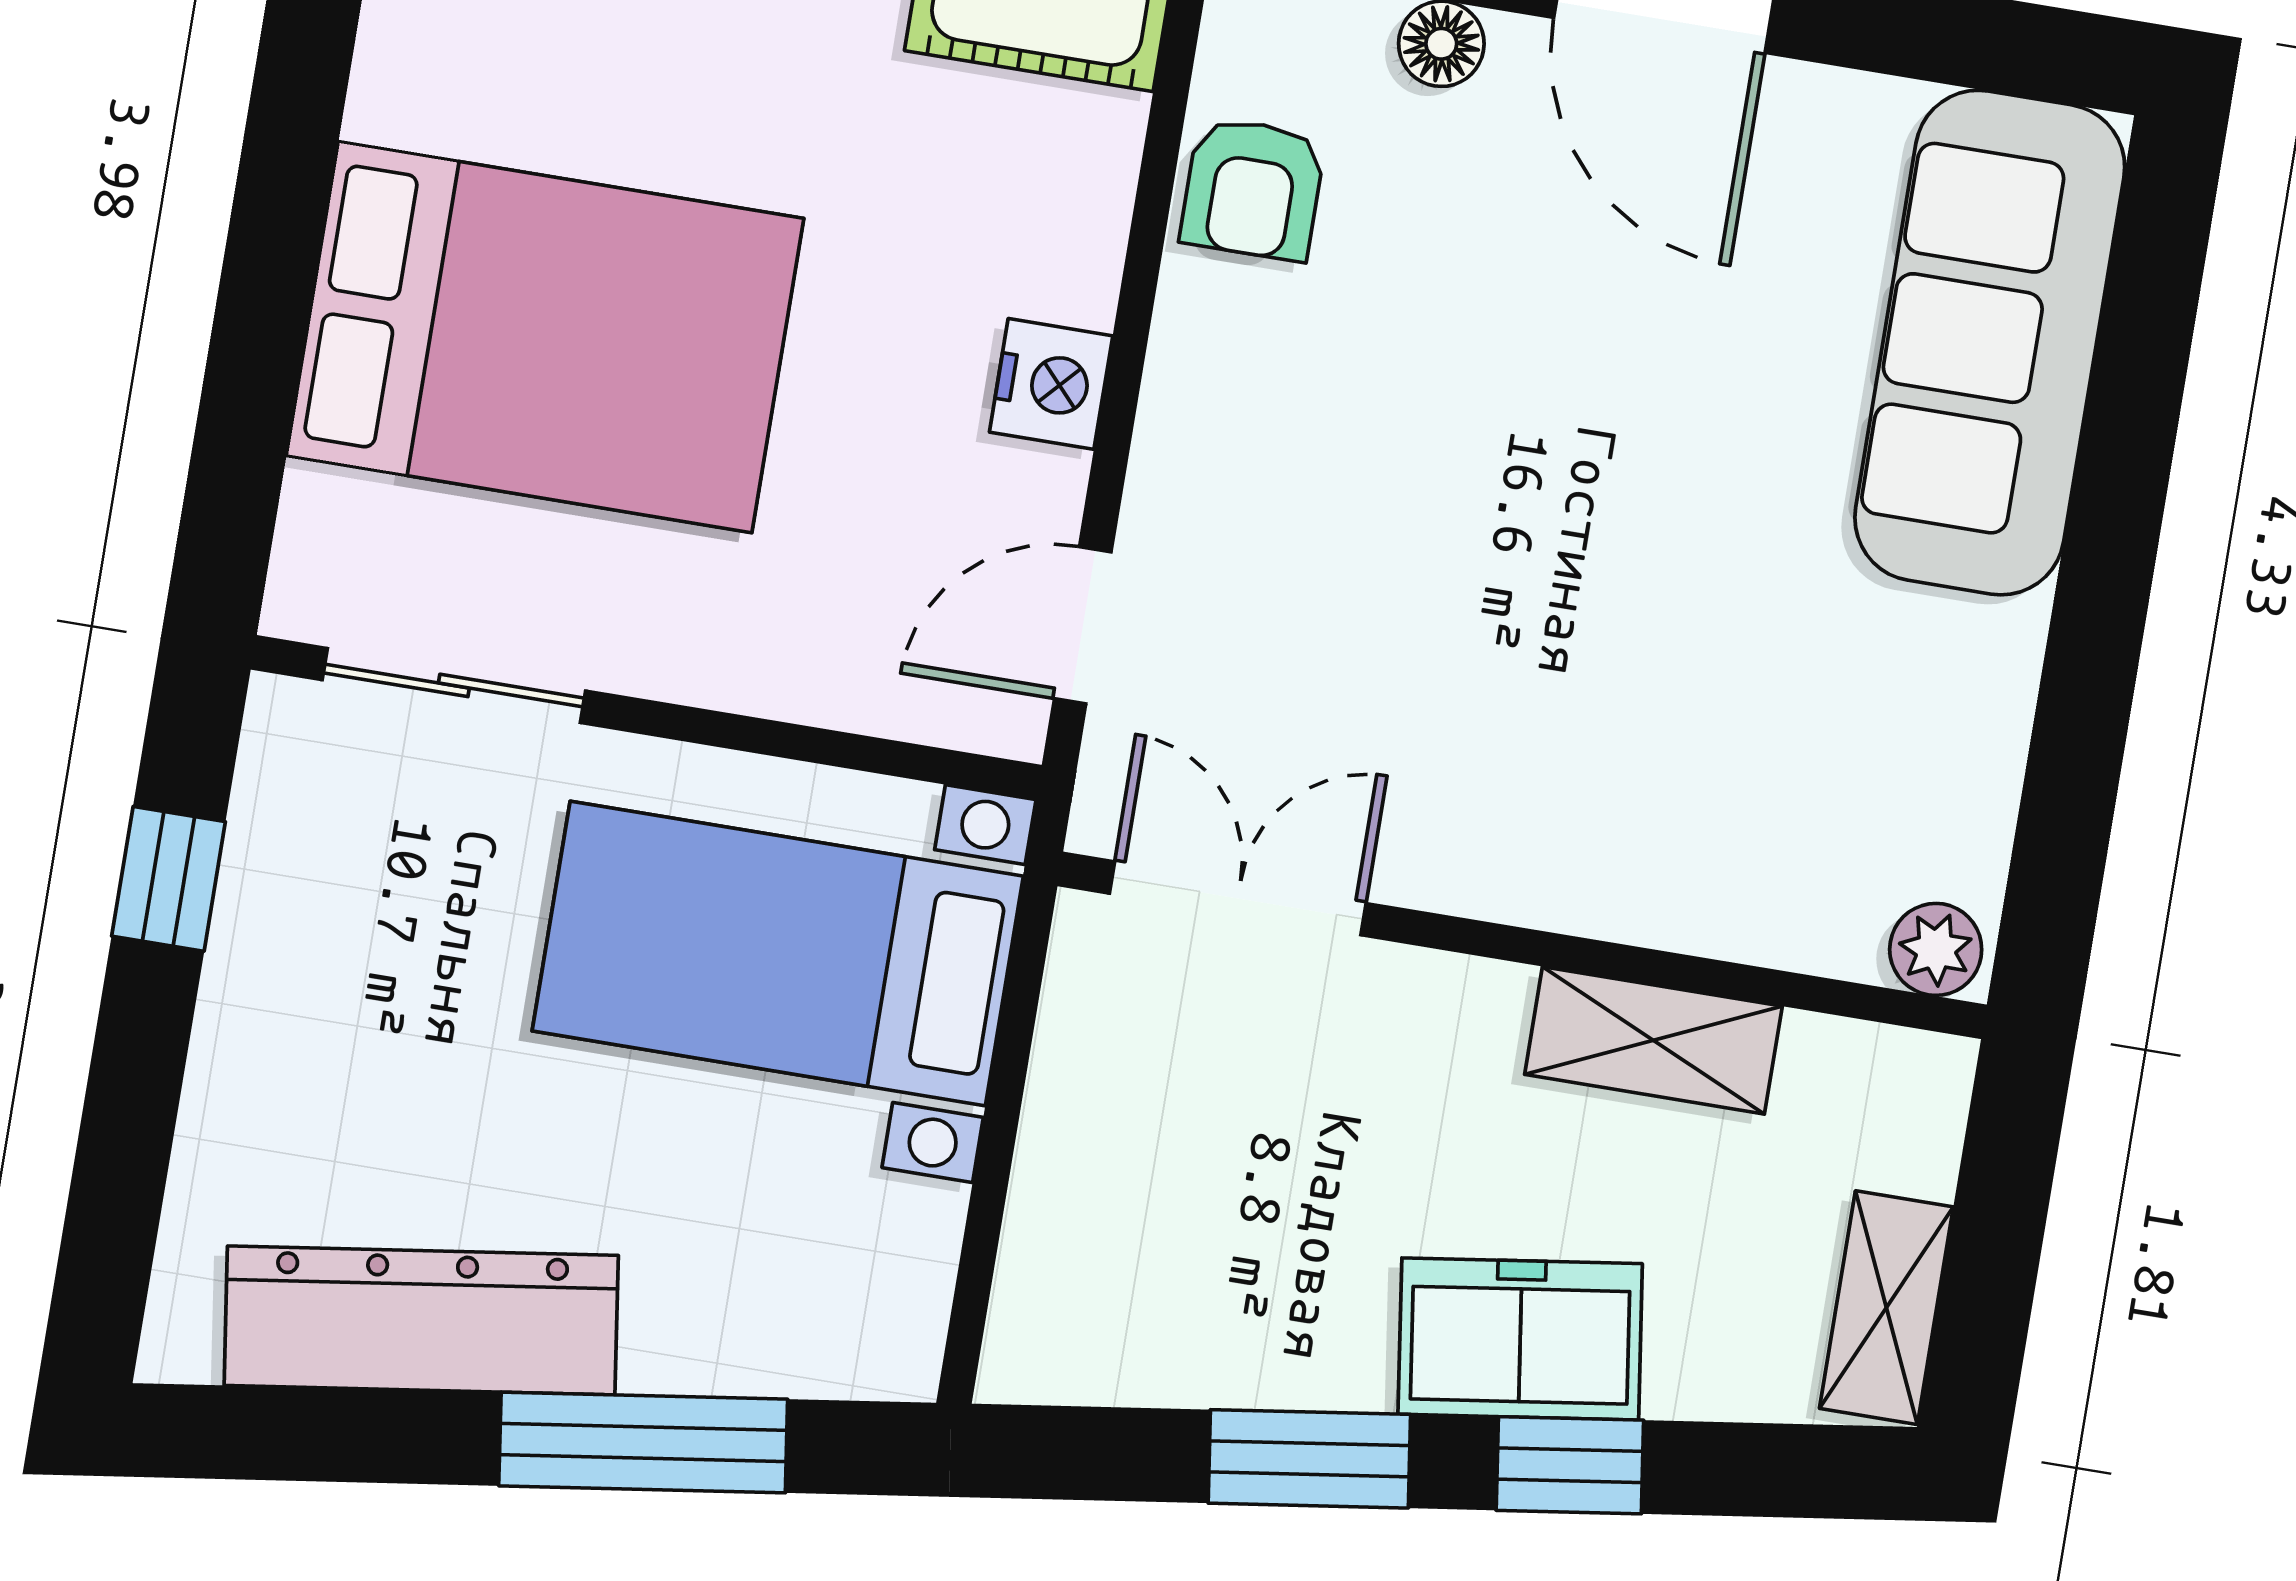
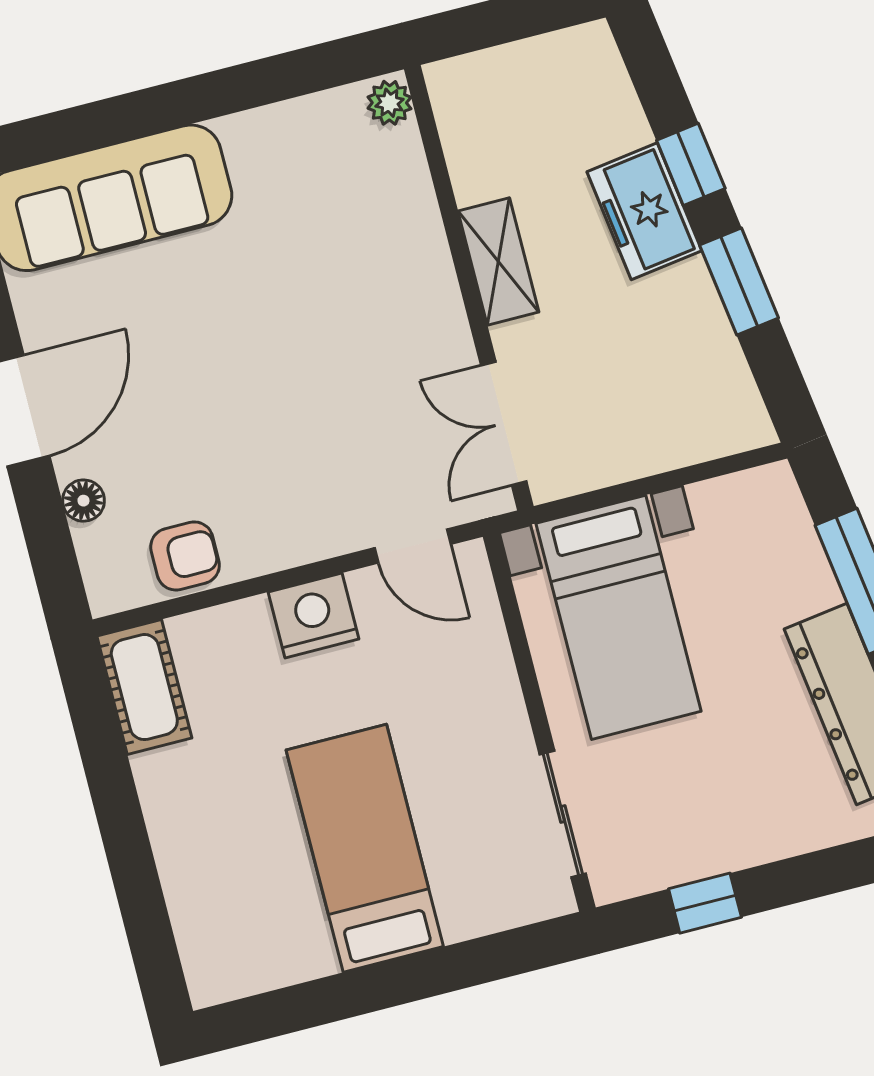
bed: (545, 337) -> (365, 848), width x0.67
nightstand: (1051, 384) -> (314, 616), width x1.36, depth x1.33
shelving: (1653, 1040) -> (498, 262), moved
shelving: (1886, 1308) -> (559, 54), removed

